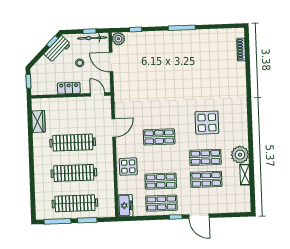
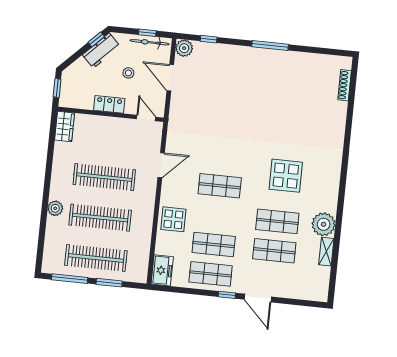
wardrobe: (38, 121) -> (65, 126), moved
plant: (40, 171) -> (55, 208), added

